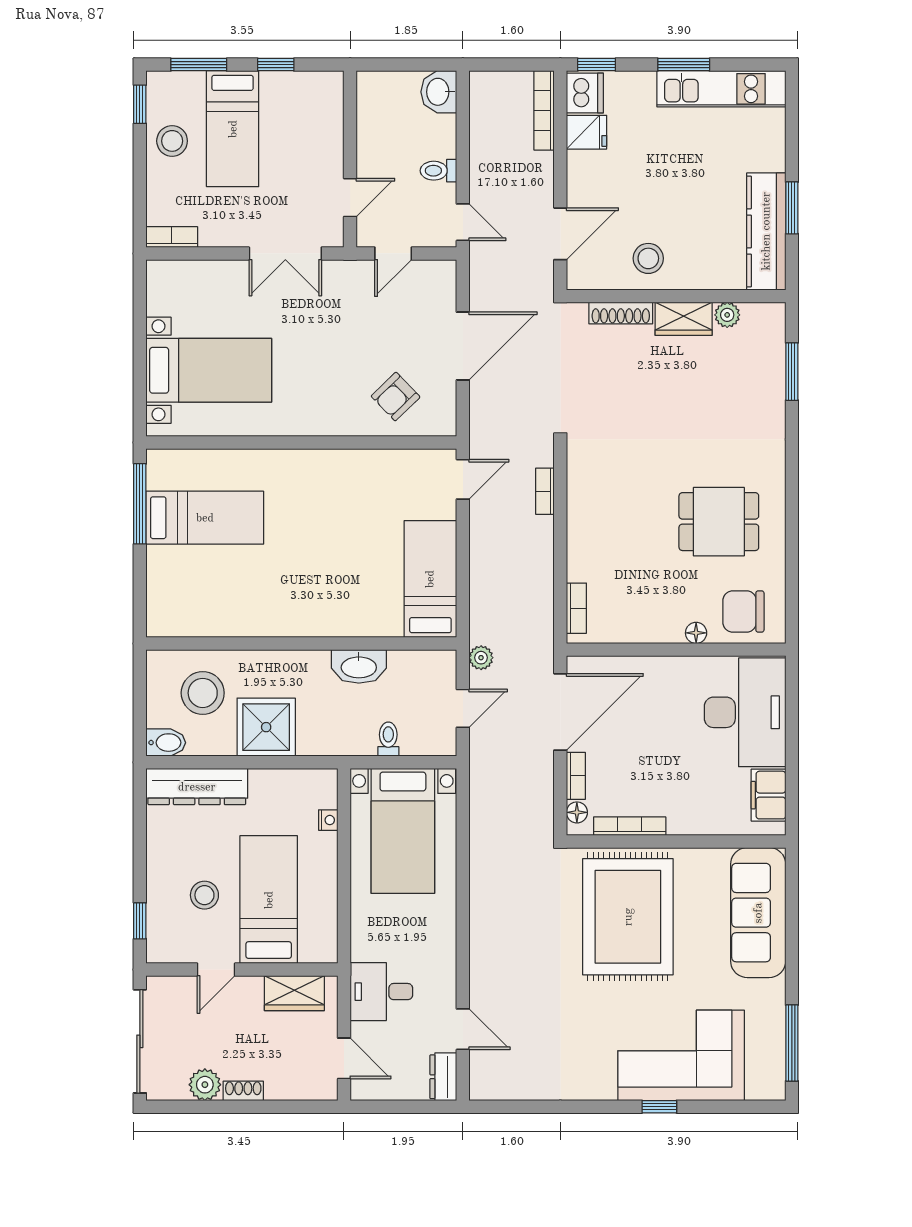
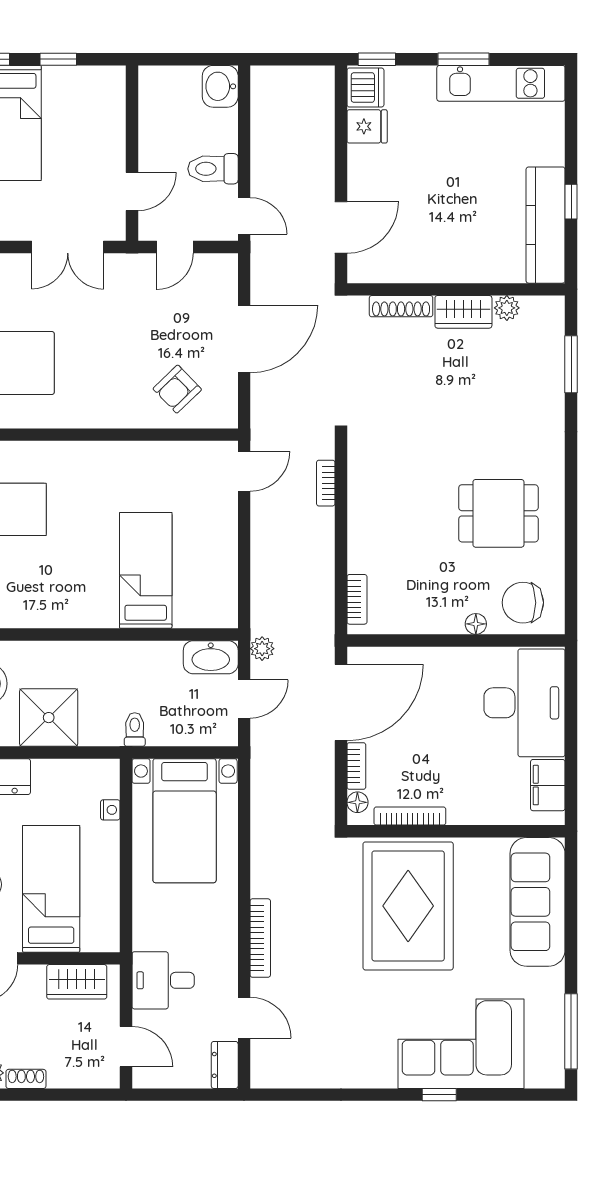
bookcase: (544, 110) -> (260, 938), moved, turned 180
toilet: (438, 171) -> (213, 169), width x1.37, depth x1.39
window: (792, 208) -> (571, 202), width x0.67
stool: (648, 258) -> (428, 252), removed
bed: (430, 579) -> (146, 570), moved
washbasin: (359, 666) -> (211, 657), moved
toilet: (388, 739) -> (135, 730), moved

